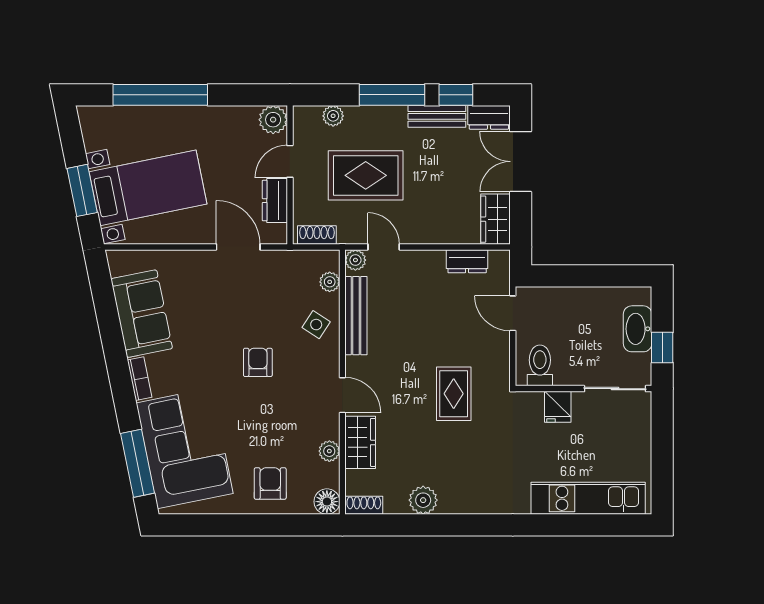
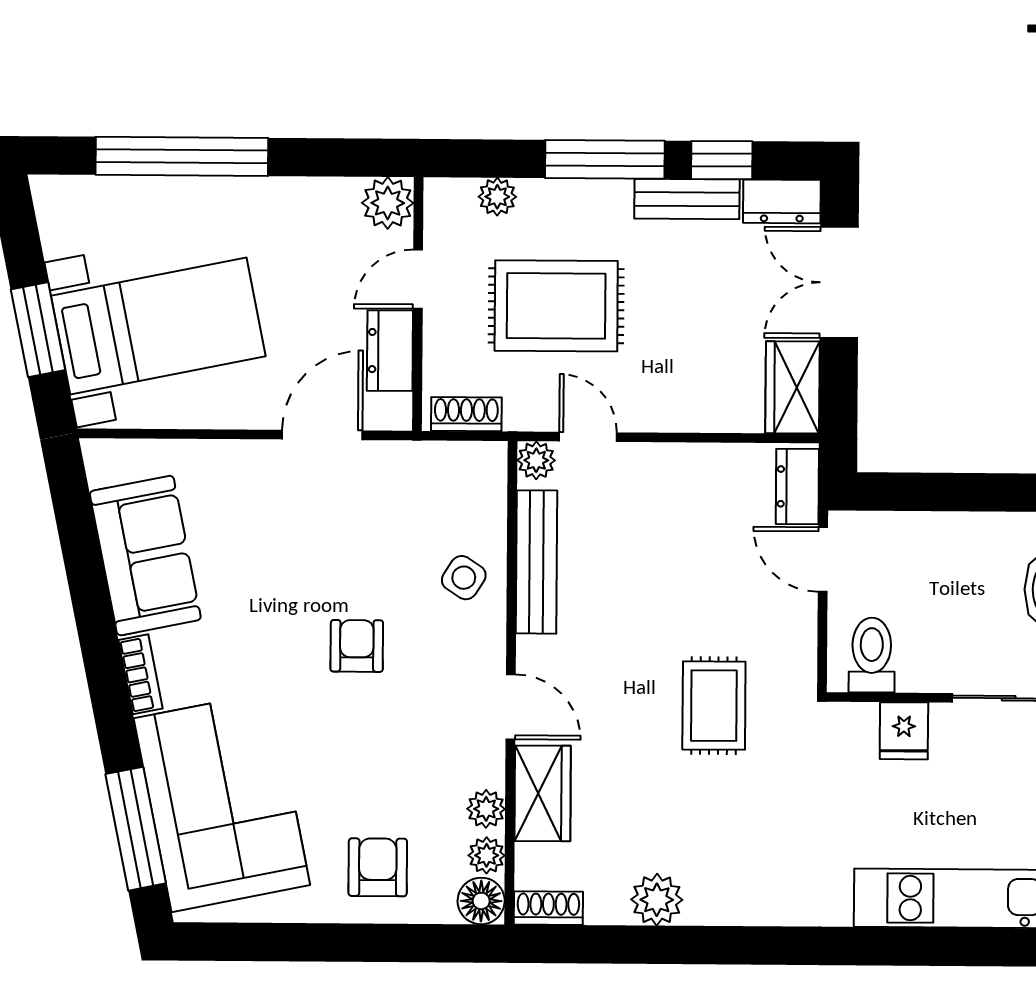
door: (238, 247) -> (322, 435), hinge flipped
dresser: (467, 261) -> (797, 487), moved, turned 90
plant: (330, 282) -> (487, 855), moved

